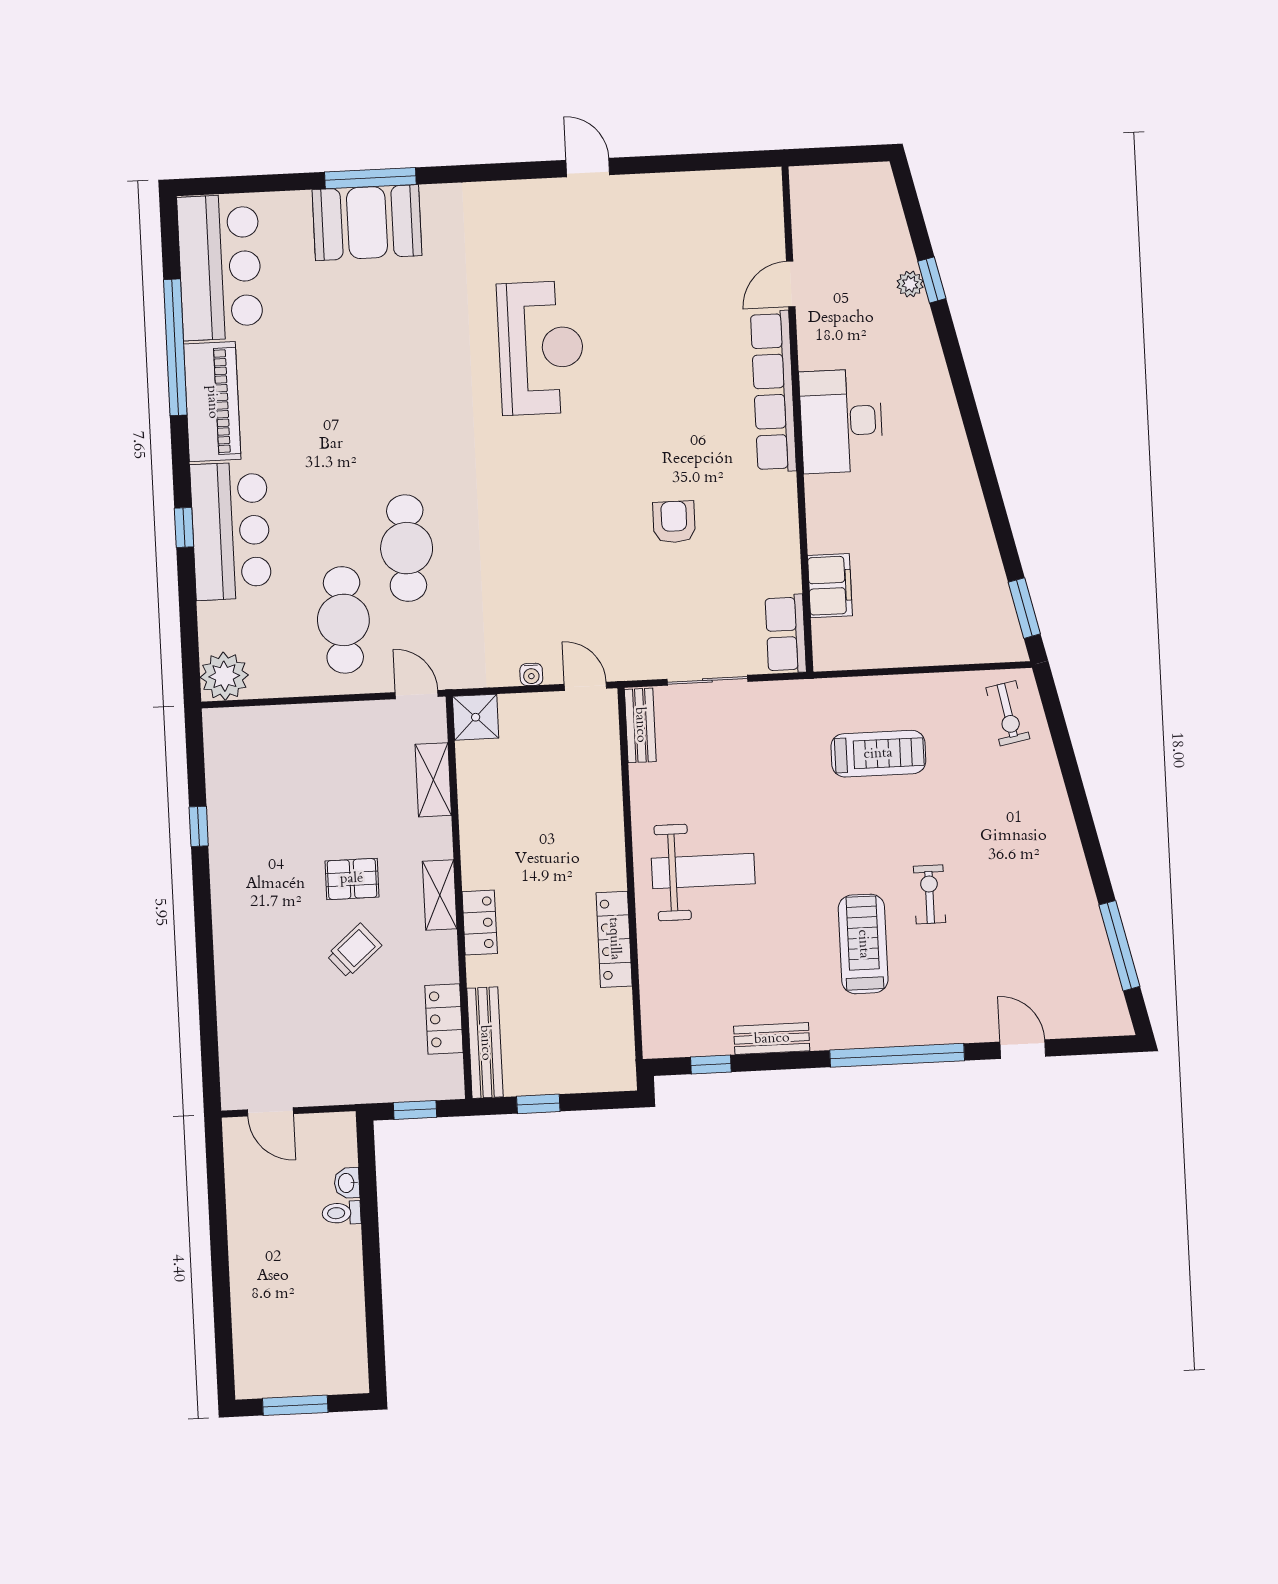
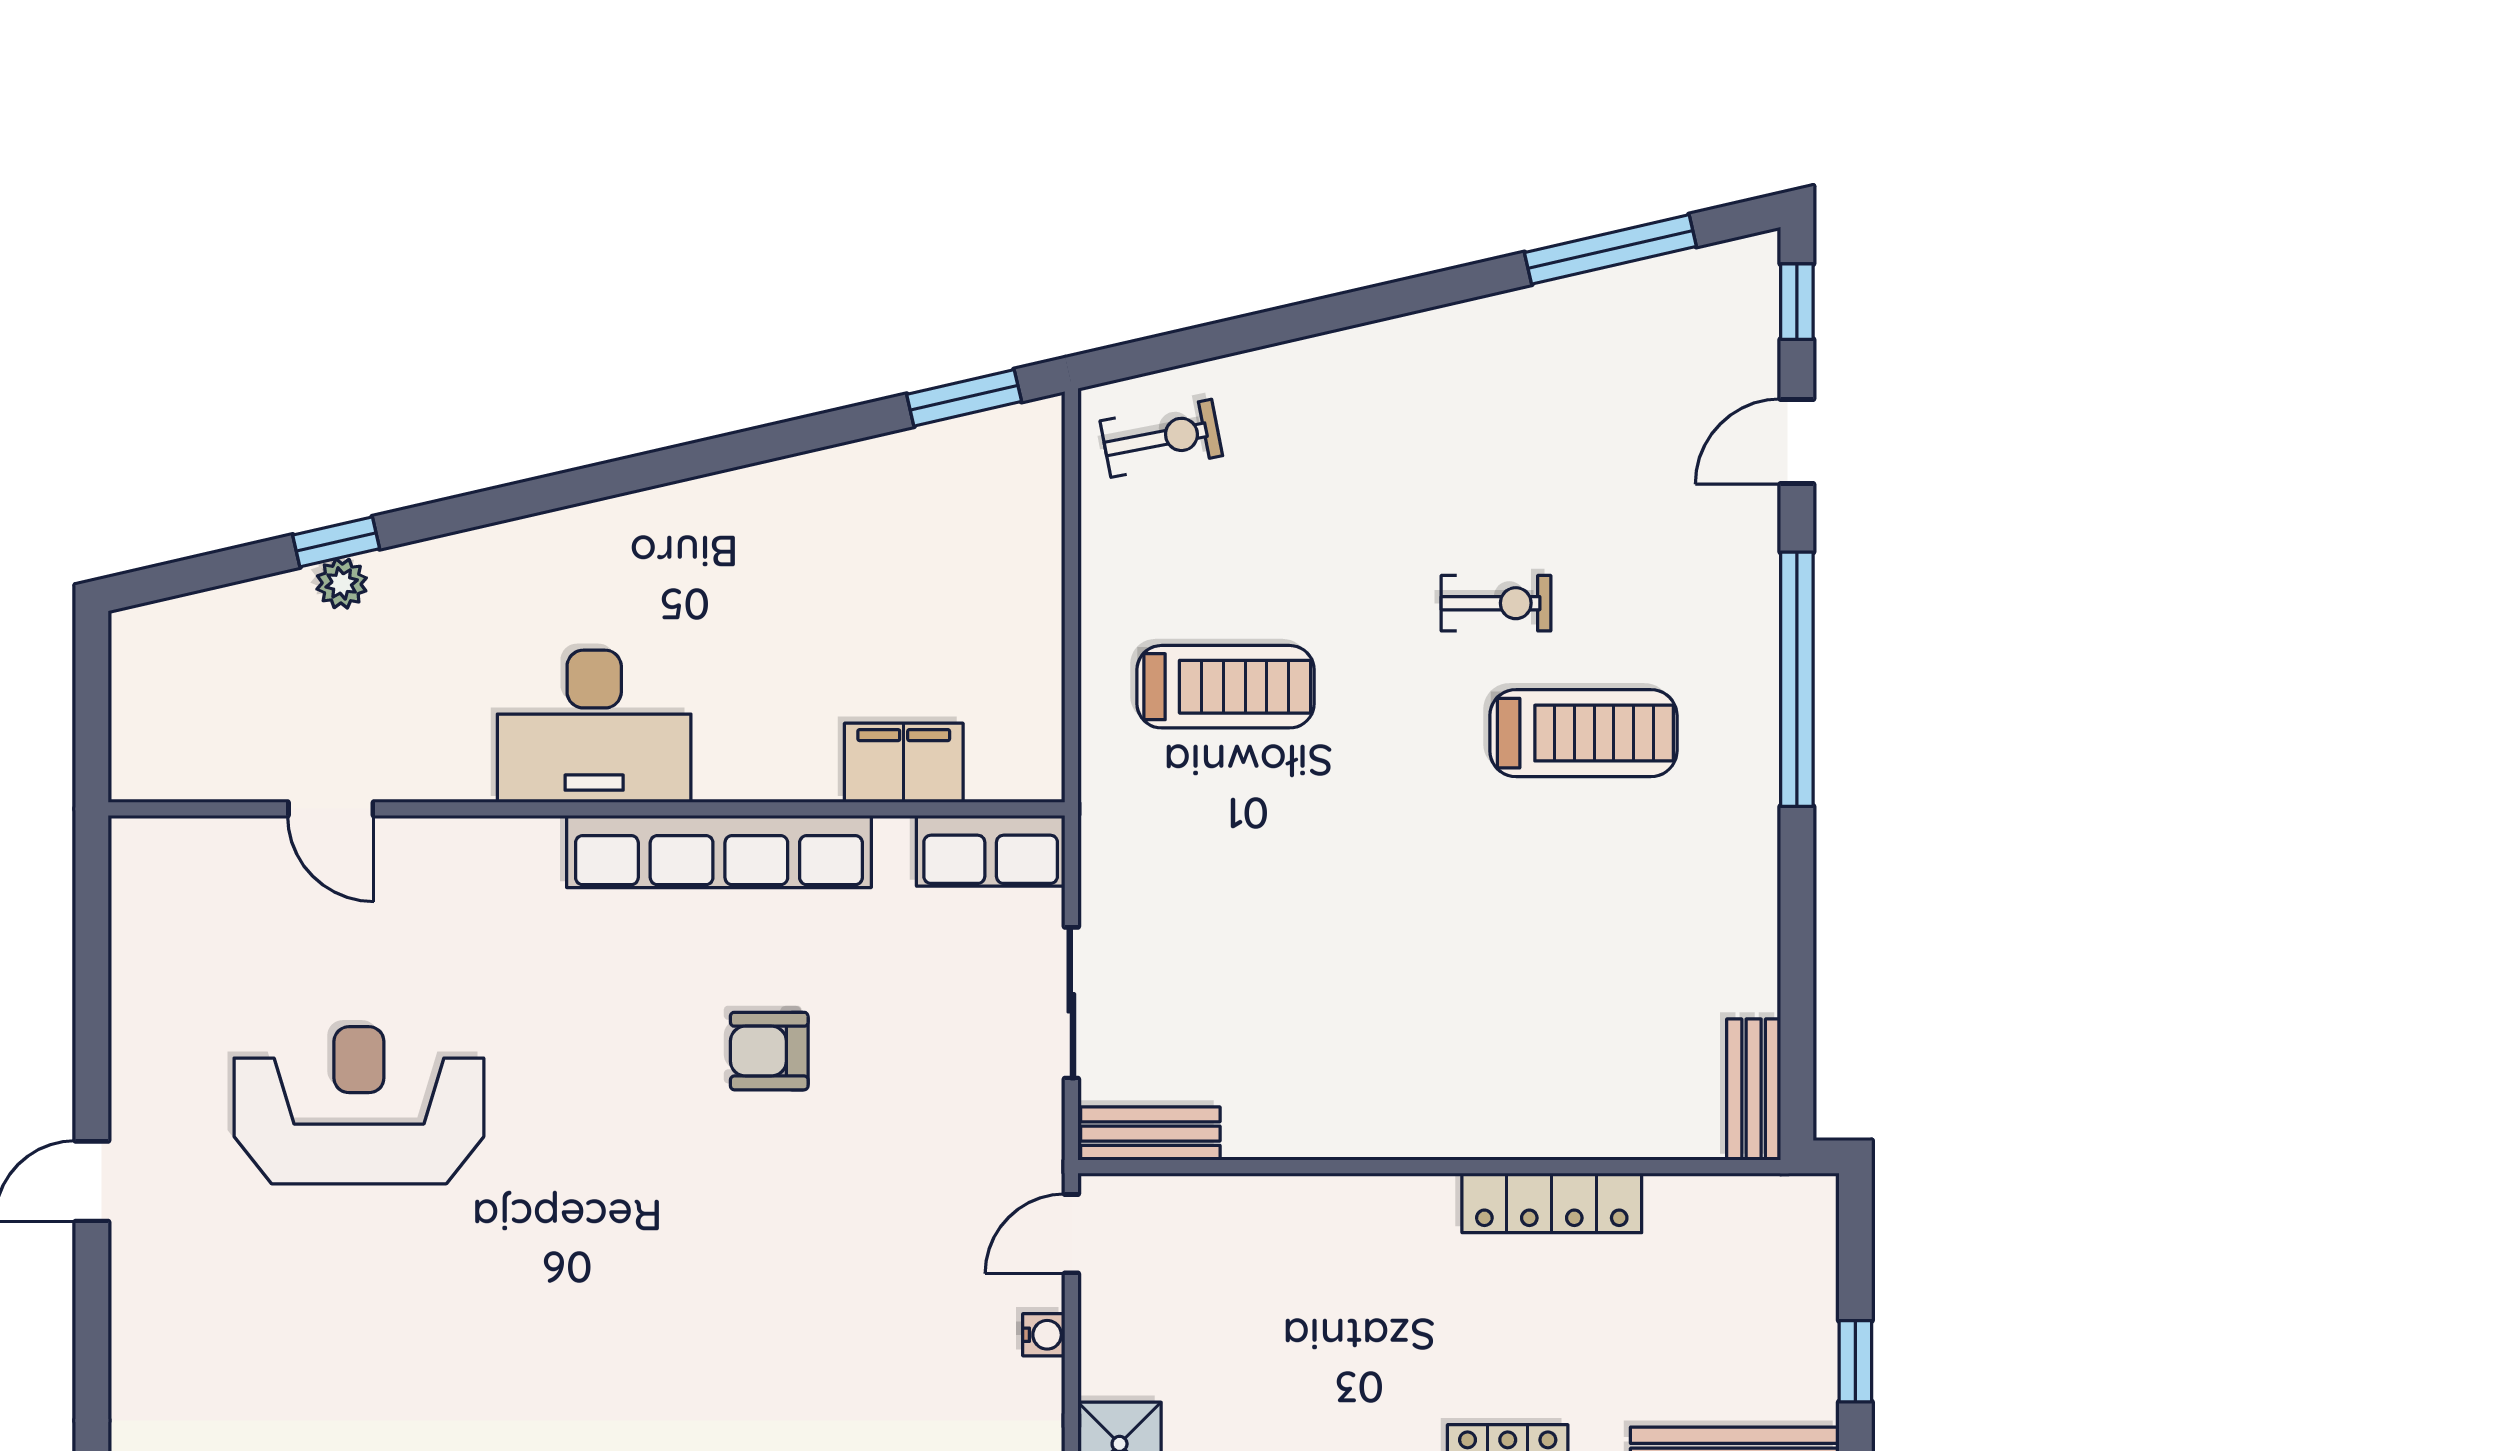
reception desk: (541, 348) -> (359, 1105), moved
row of seats: (773, 391) -> (719, 851), moved
treadmill: (878, 754) -> (1226, 687), turned 90
weight bench: (703, 871) -> (1431, 1028), removed
exercise bike: (929, 894) -> (1496, 603), turned 180
treadmill: (863, 944) -> (1583, 733), turned 180
bench: (772, 1039) -> (1754, 1090), moved
window: (711, 1064) -> (1797, 302), moved

